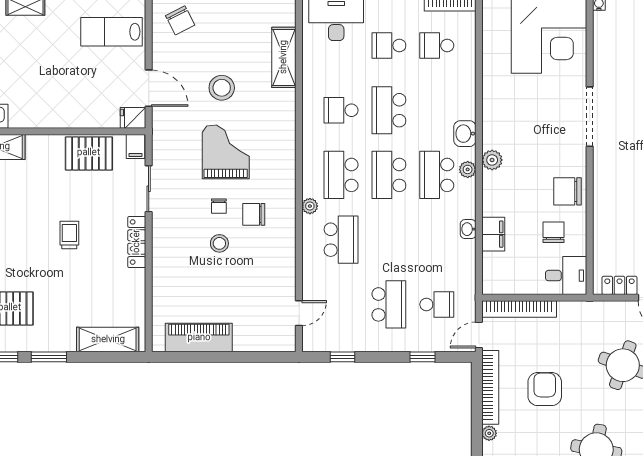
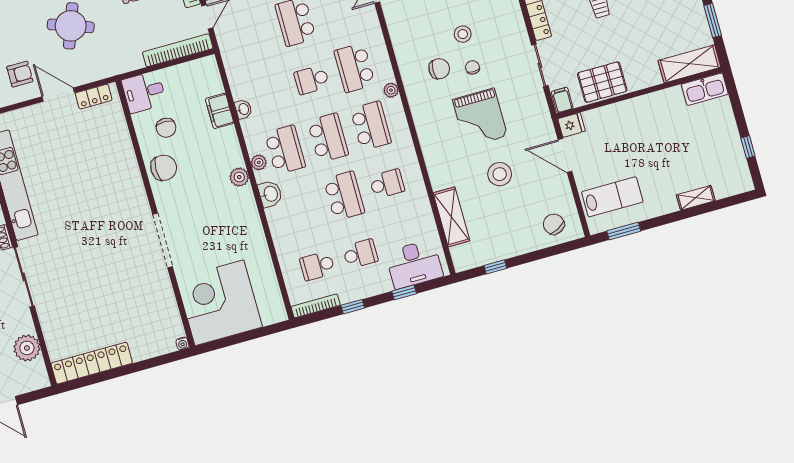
school desk: (437, 45) -> (317, 266), turned 180
school desk: (437, 304) -> (312, 80), moved

